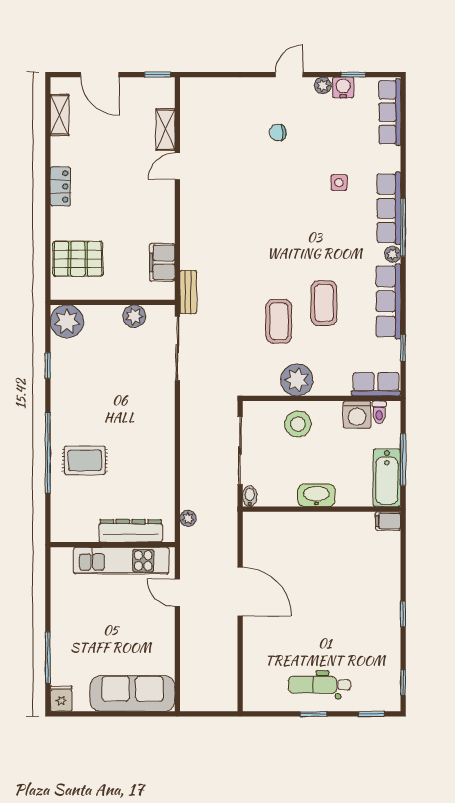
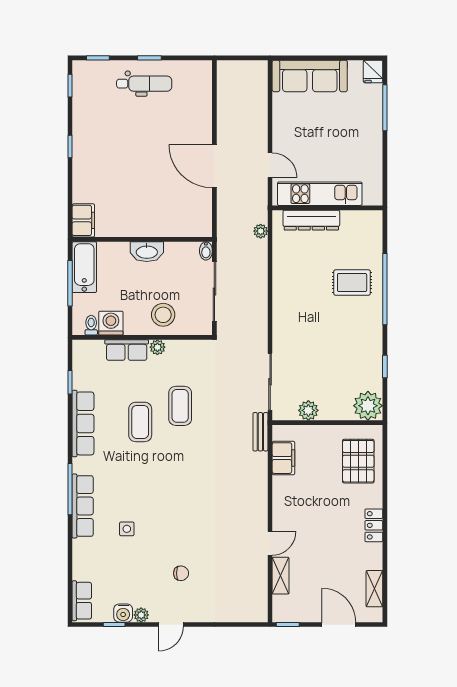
row of seats: (390, 112) -> (82, 601), width x0.68
plant: (393, 254) -> (79, 465), removed
pallet: (78, 259) -> (358, 461), turned 90
plant: (297, 380) -> (157, 347), width x0.53, depth x0.53
row of seats: (376, 384) -> (127, 350), moved
filing cabinet: (388, 521) -> (83, 220), width x2.00

